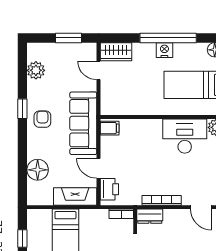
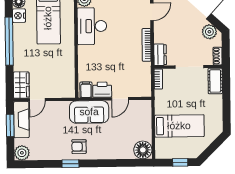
nightstand: (164, 50) -> (19, 16), moved
plant: (36, 70) -> (22, 153), moved
sofa: (83, 123) -> (89, 112), width x0.73
floor lamp: (38, 170) -> (143, 150), moved
printer: (109, 189) -> (102, 90), moved
fireplace: (75, 196) -> (21, 120), moved, turned 180

